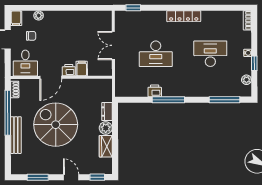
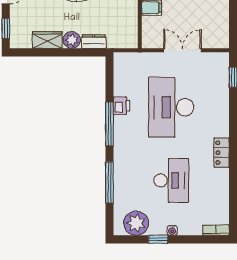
locker: (184, 16) -> (222, 153), width x0.66
desk: (156, 54) -> (171, 107), width x1.36, depth x1.30
plant: (246, 80) -> (136, 223), width x1.88, depth x1.88
window: (224, 100) -> (109, 182), moved

